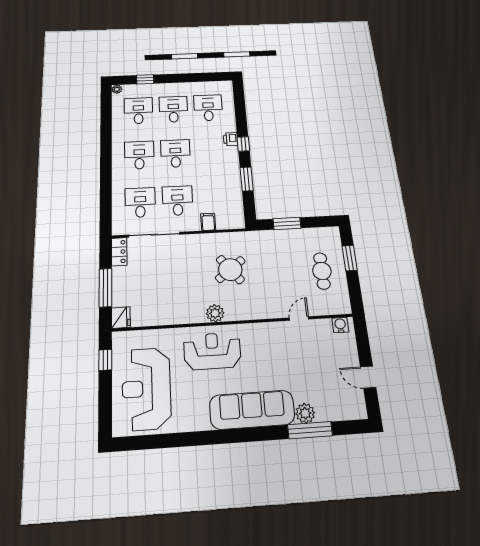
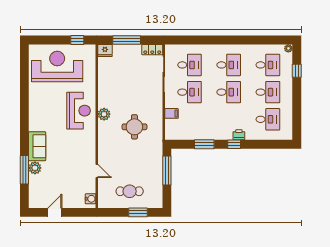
window: (287, 223) -> (167, 170), width x1.44
round table: (230, 270) -> (134, 127), turned 38
sofa: (252, 410) -> (37, 146), width x0.54, depth x0.79

